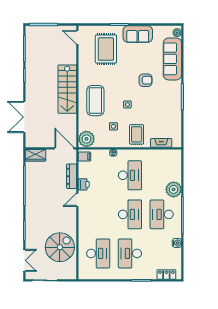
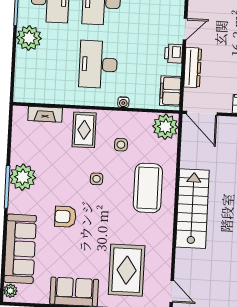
plant: (173, 103) -> (23, 177), added
filing cabinet: (85, 157) -> (170, 91), width x2.00

